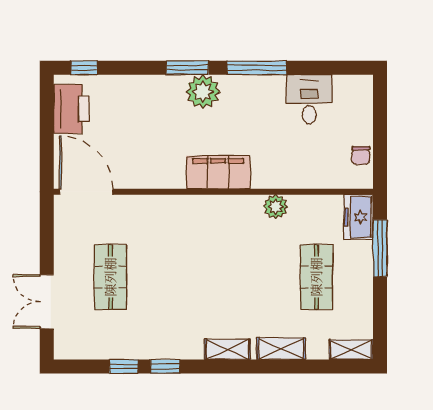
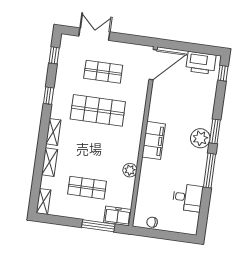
shop shelf: (179, 277) -> (98, 110), added
window: (124, 366) -> (54, 55), moved

